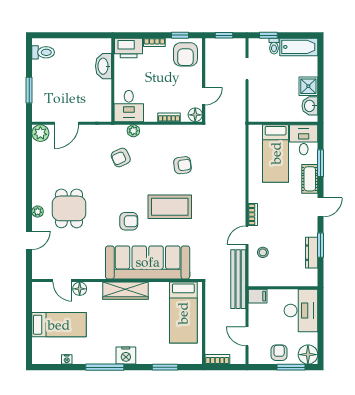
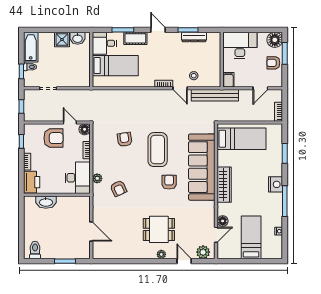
armchair: (185, 54) -> (53, 138), moved
desk: (129, 106) -> (78, 178), width x1.37
plant: (40, 133) -> (203, 252), moved

